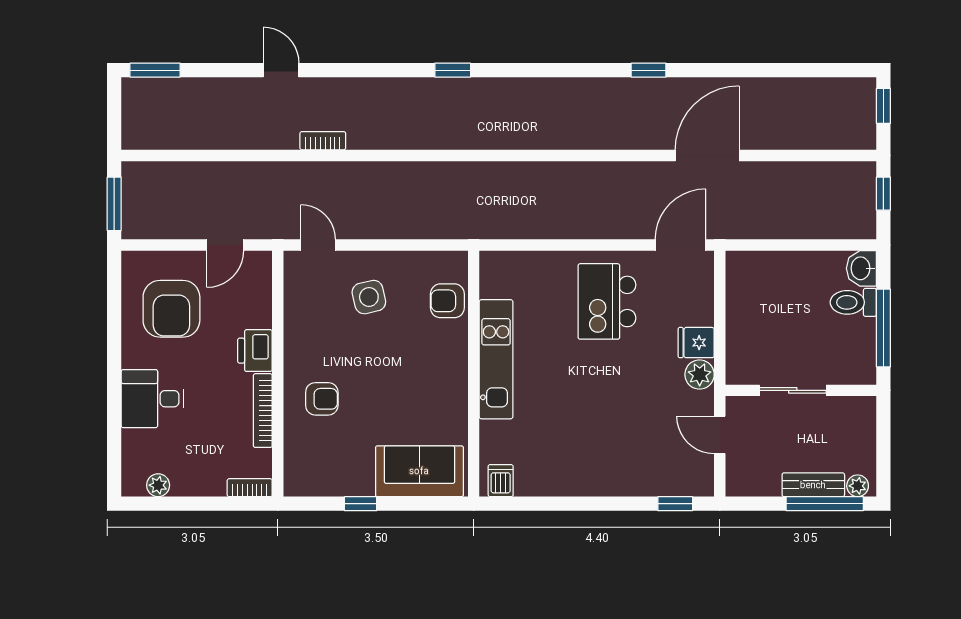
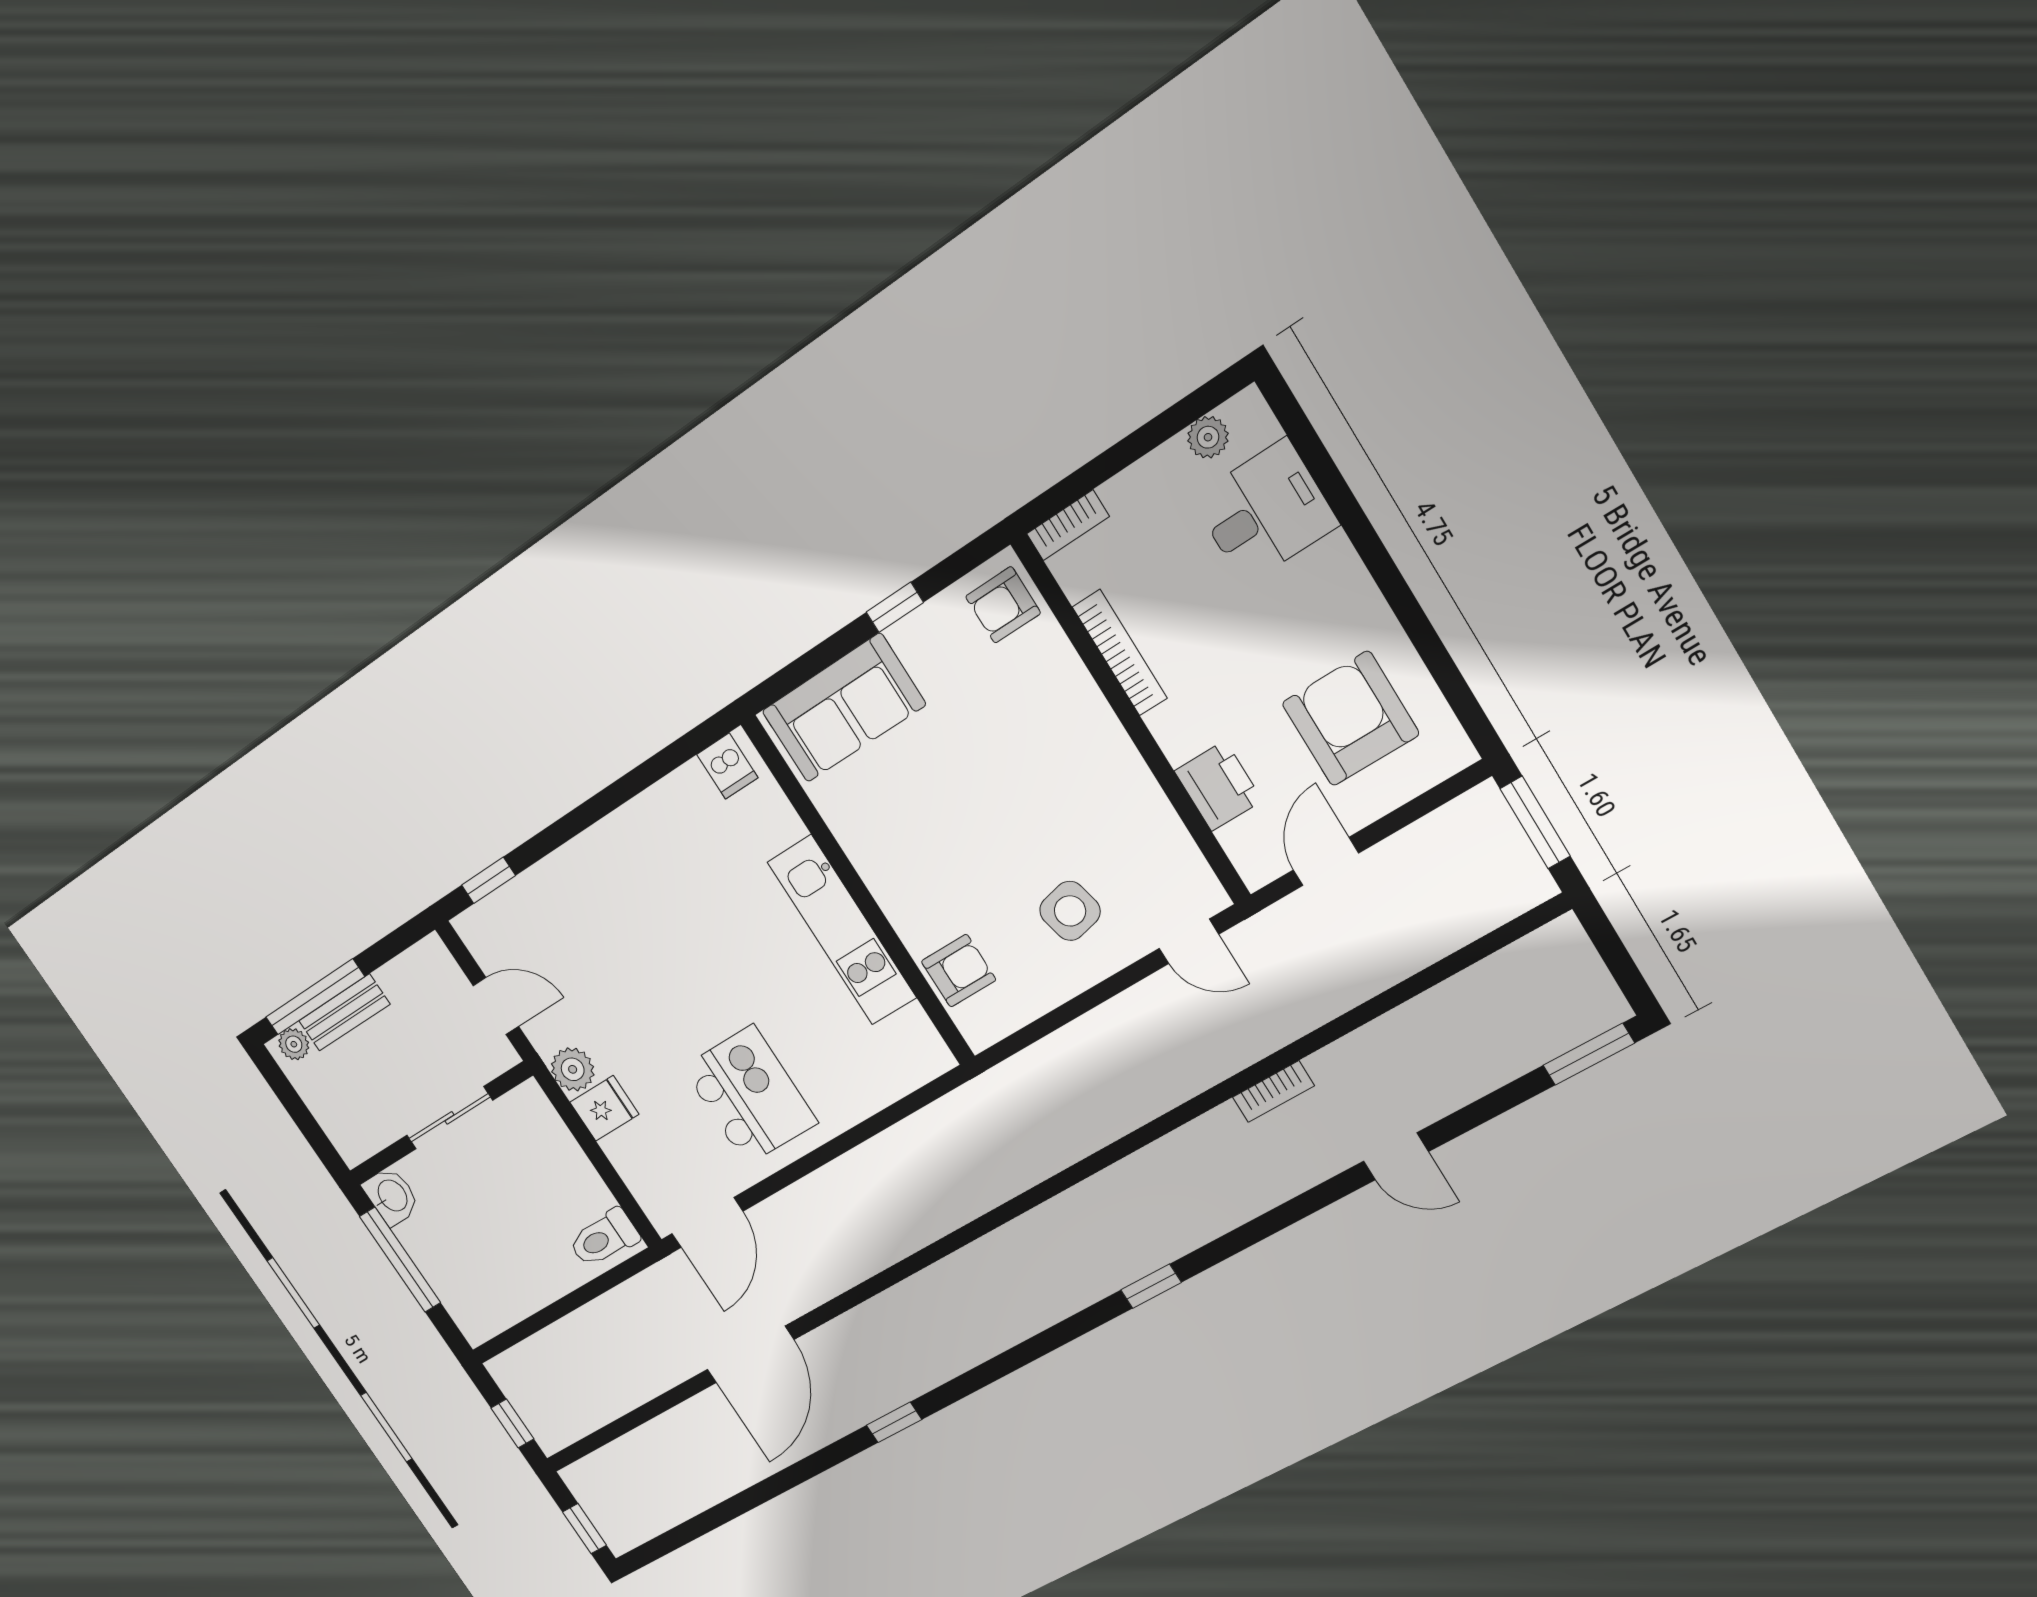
washbasin: (861, 268) -> (392, 1196), moved
toilet: (853, 302) -> (604, 1238), moved, turned 180
printer: (255, 351) -> (1218, 786), moved
desk: (153, 399) -> (1265, 512), moved
armchair: (322, 399) -> (1003, 605), moved

